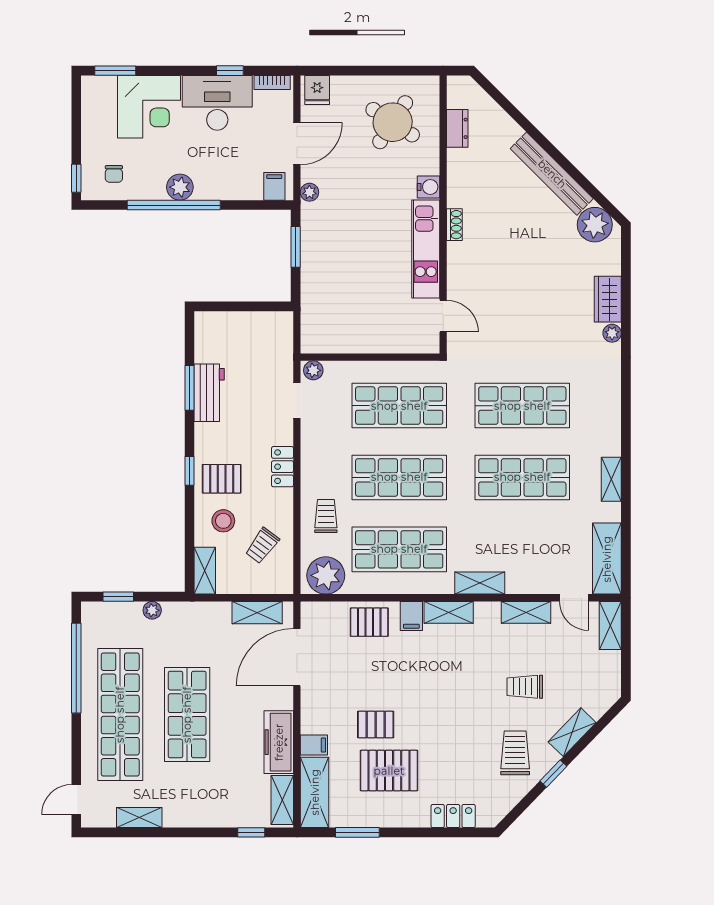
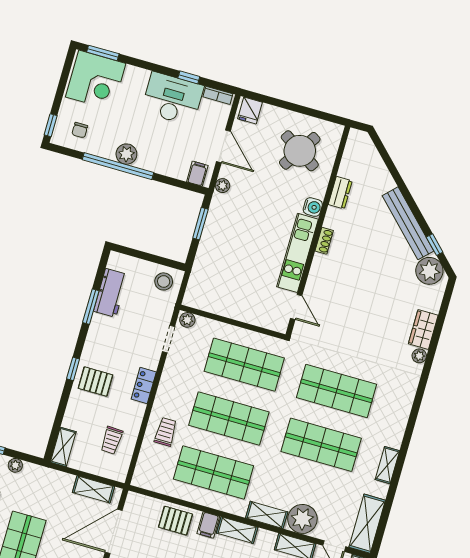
corner desk: (149, 107) -> (96, 80), moved
dresser: (457, 128) -> (340, 193), moved
door: (297, 144) -> (223, 146), hinge flipped
window: (592, 191) -> (435, 245), added
workbench: (209, 393) -> (111, 293), moved
stool: (223, 521) -> (164, 281), moved
trolley: (262, 546) -> (112, 440), turned -35
plant: (326, 575) -> (302, 519), moved

